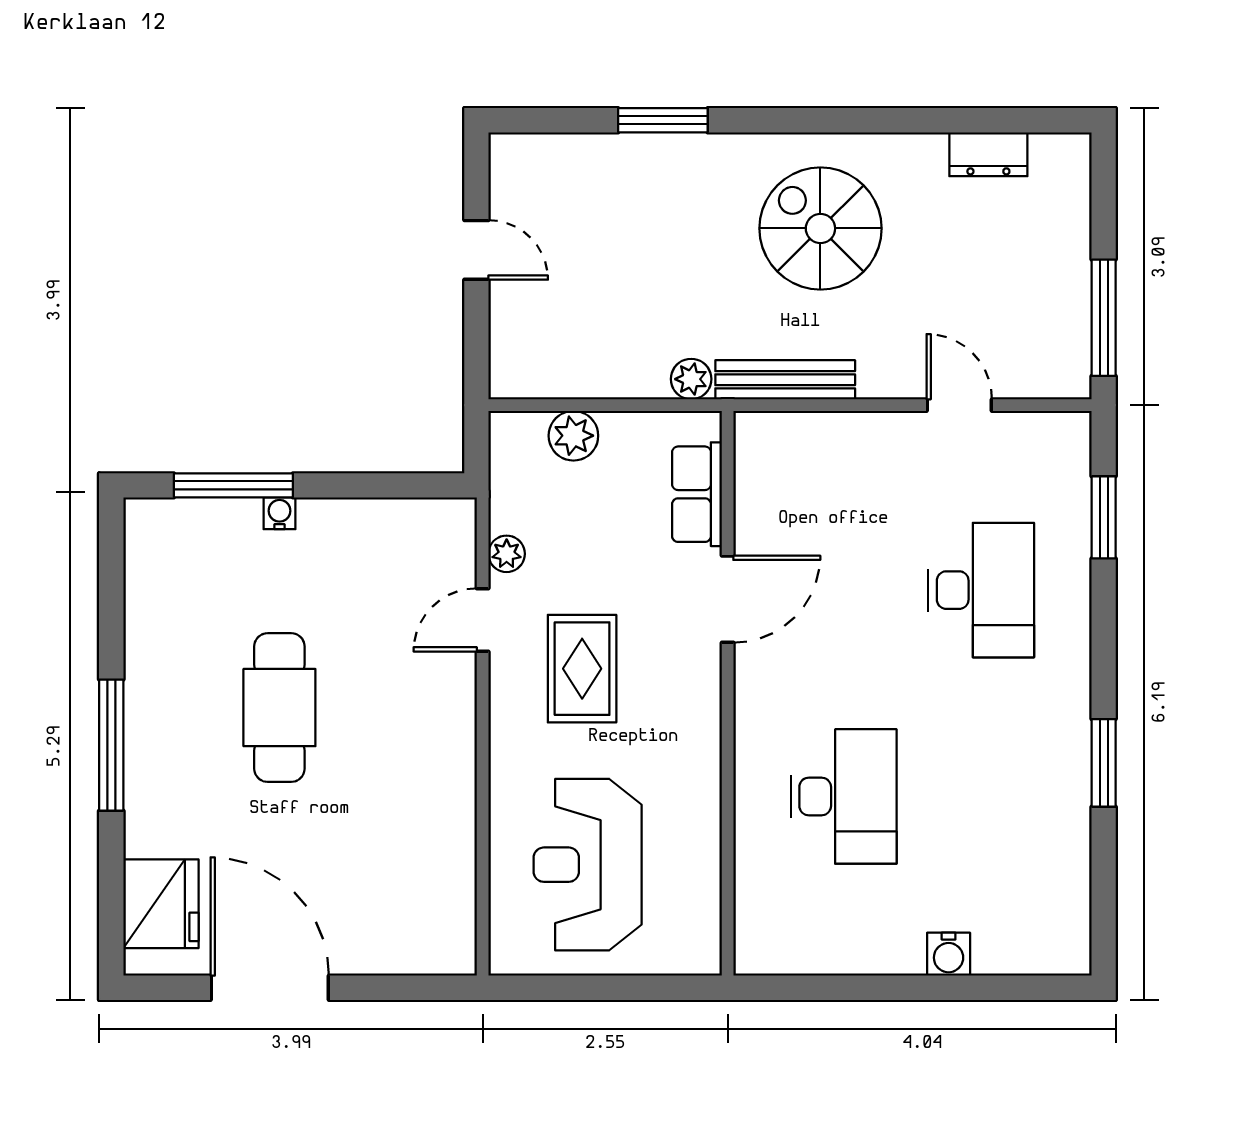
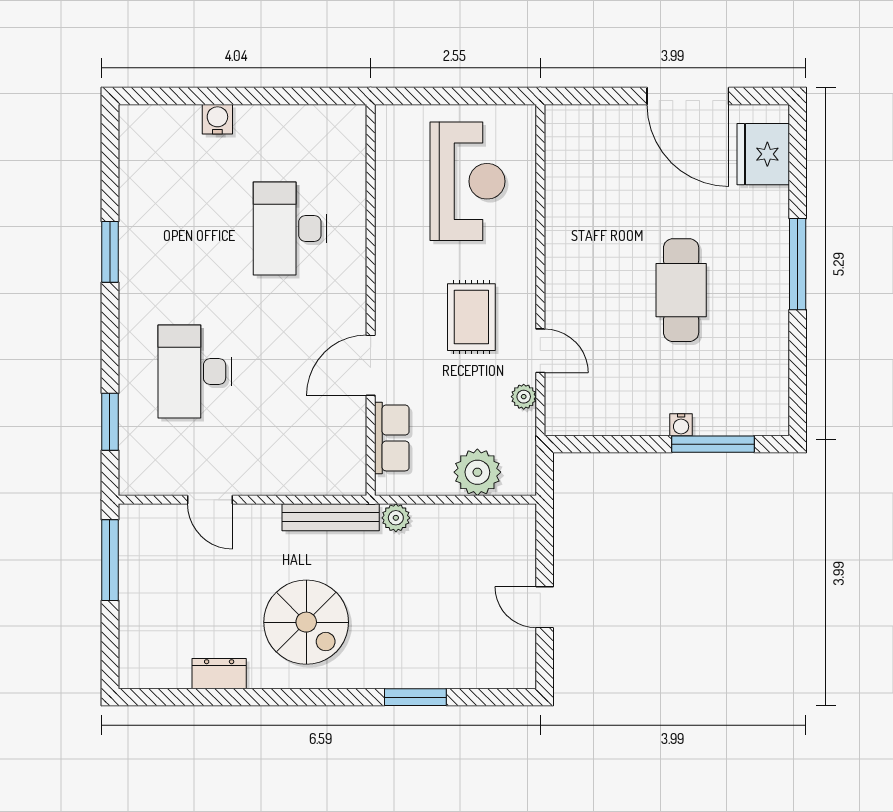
dresser: (988, 154) -> (219, 674), moved
plant: (573, 436) -> (477, 472), width x1.36, depth x1.36
door: (483, 620) -> (540, 351), hinge flipped

